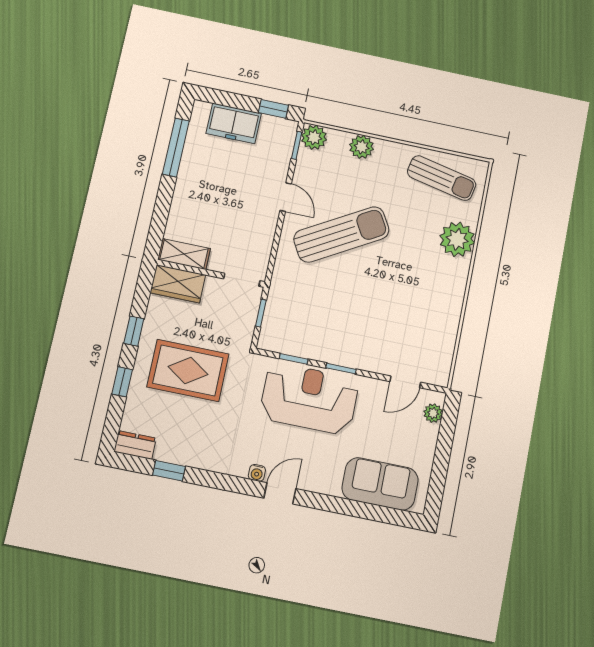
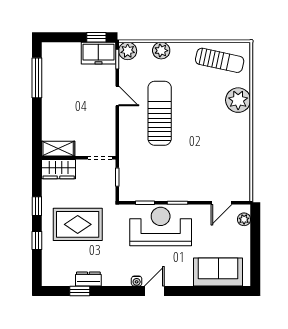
freezer: (234, 123) -> (98, 53), moved
sun lounger: (341, 234) -> (160, 113), turned -60
dresser: (135, 445) -> (88, 279), moved

